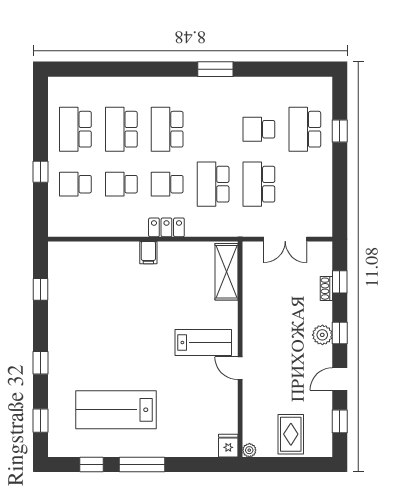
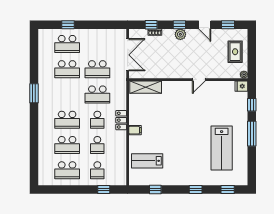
school desk: (259, 129) -> (67, 69), width x1.85
window: (41, 172) -> (104, 189), moved
double door: (285, 239) -> (128, 55), width x1.37
lab bench: (203, 343) -> (147, 161), moved, turned -90
rug: (291, 434) -> (235, 52), turned 90
window: (91, 465) -> (252, 105), moved

